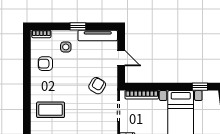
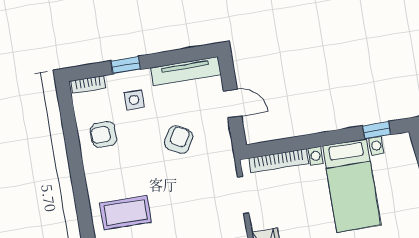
window: (78, 26) -> (126, 65), moved
armchair: (97, 86) -> (179, 140), moved

